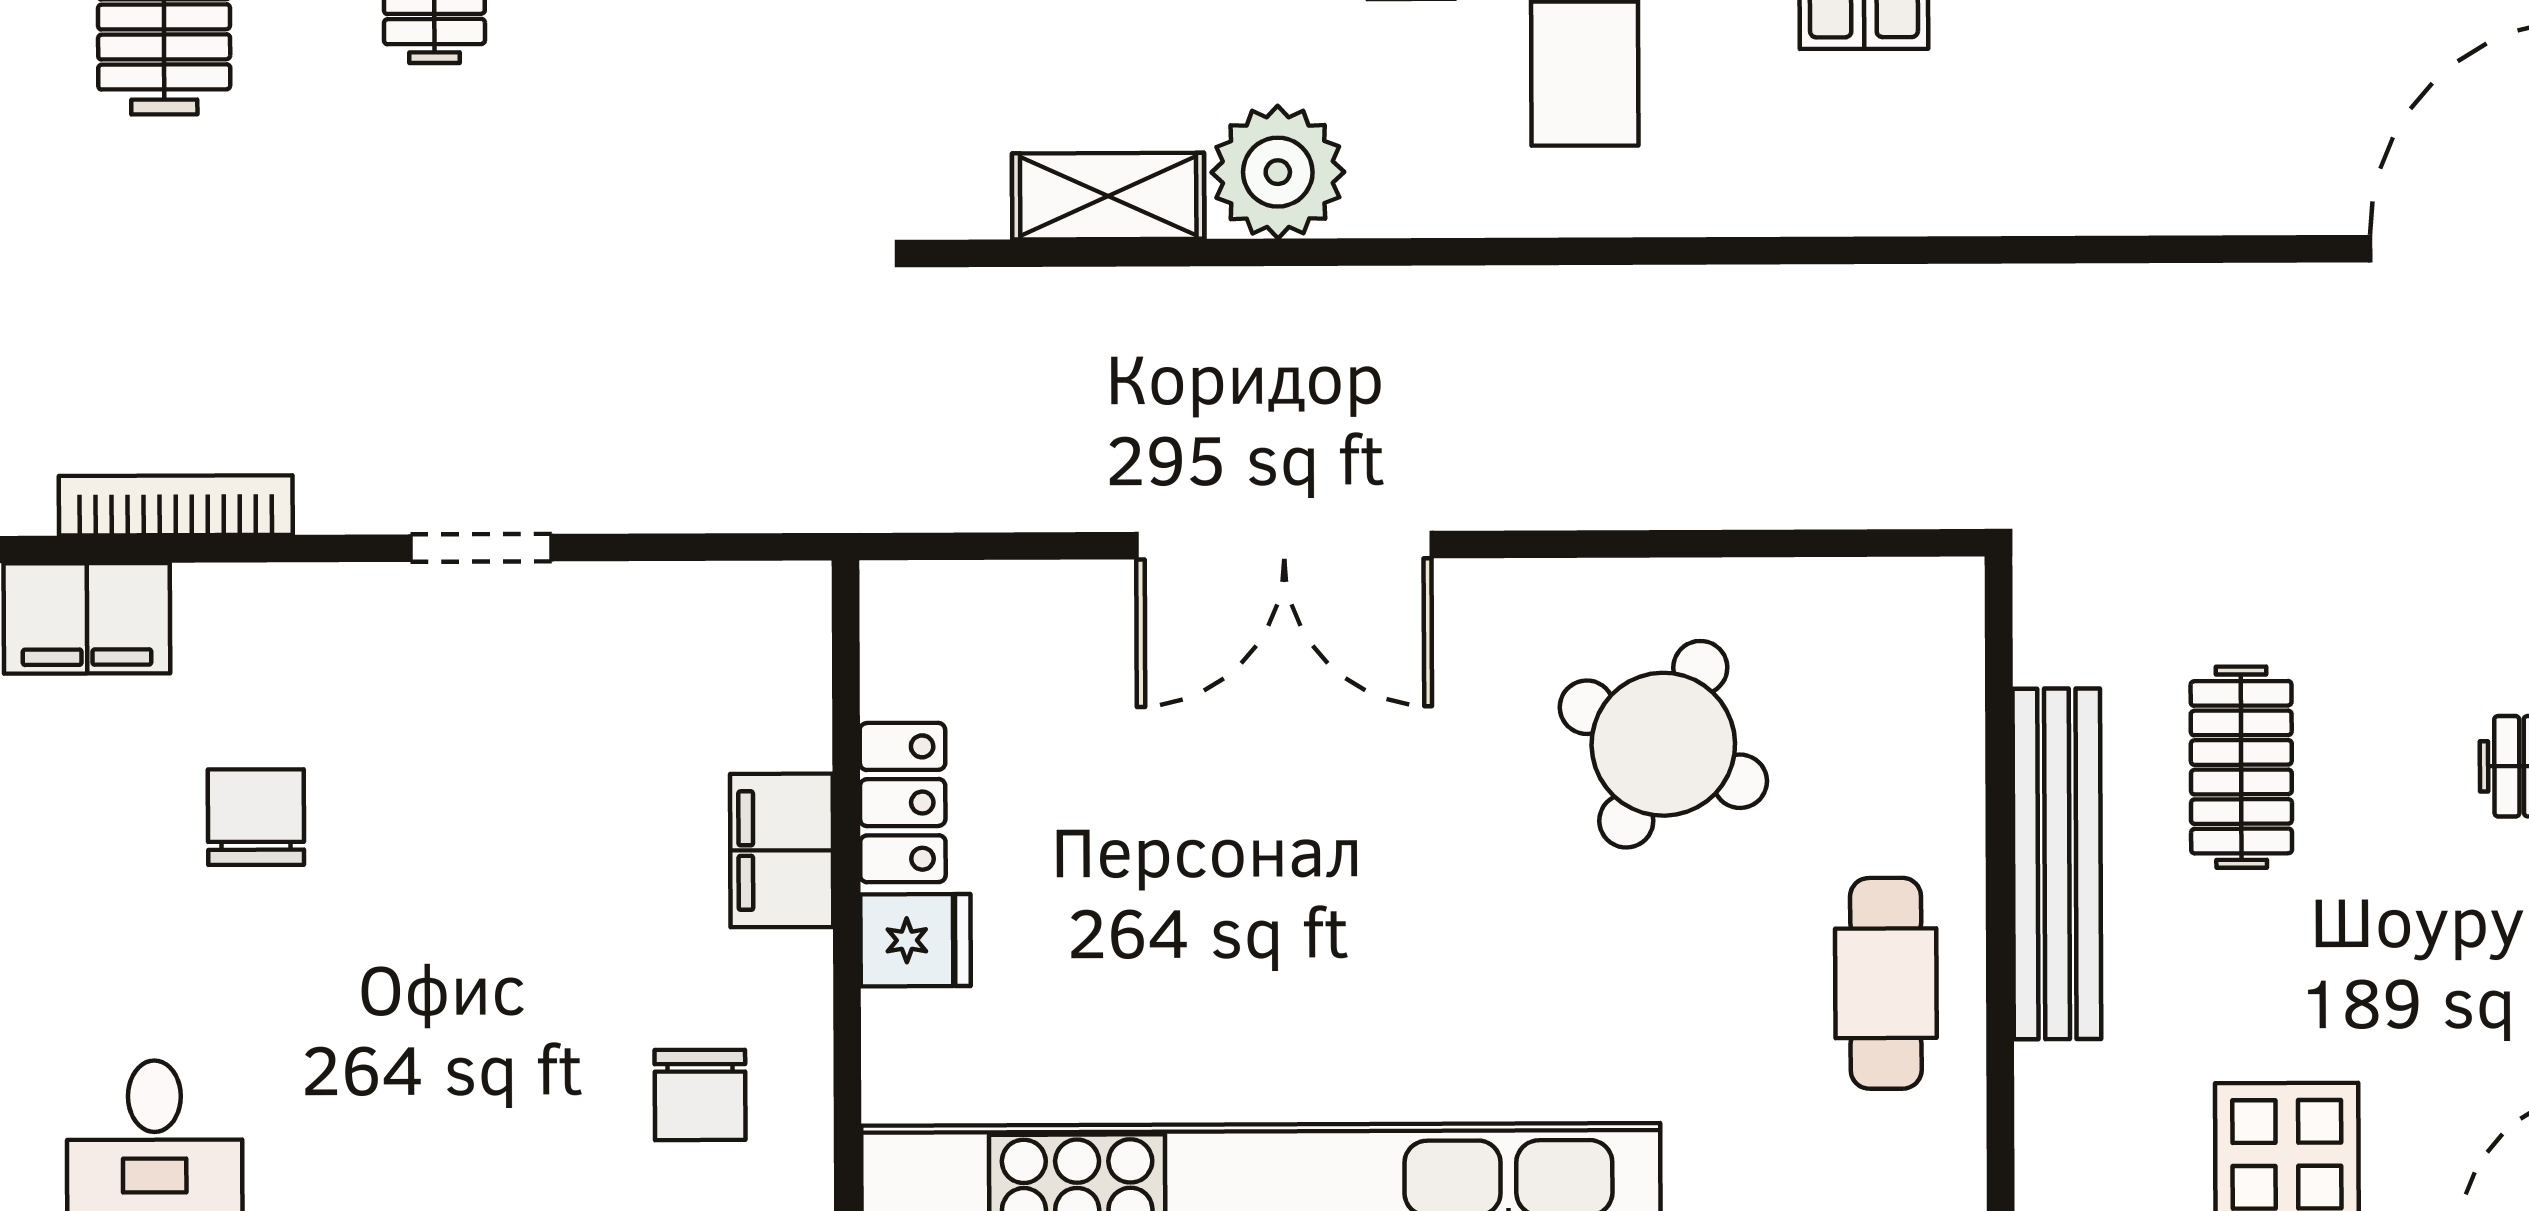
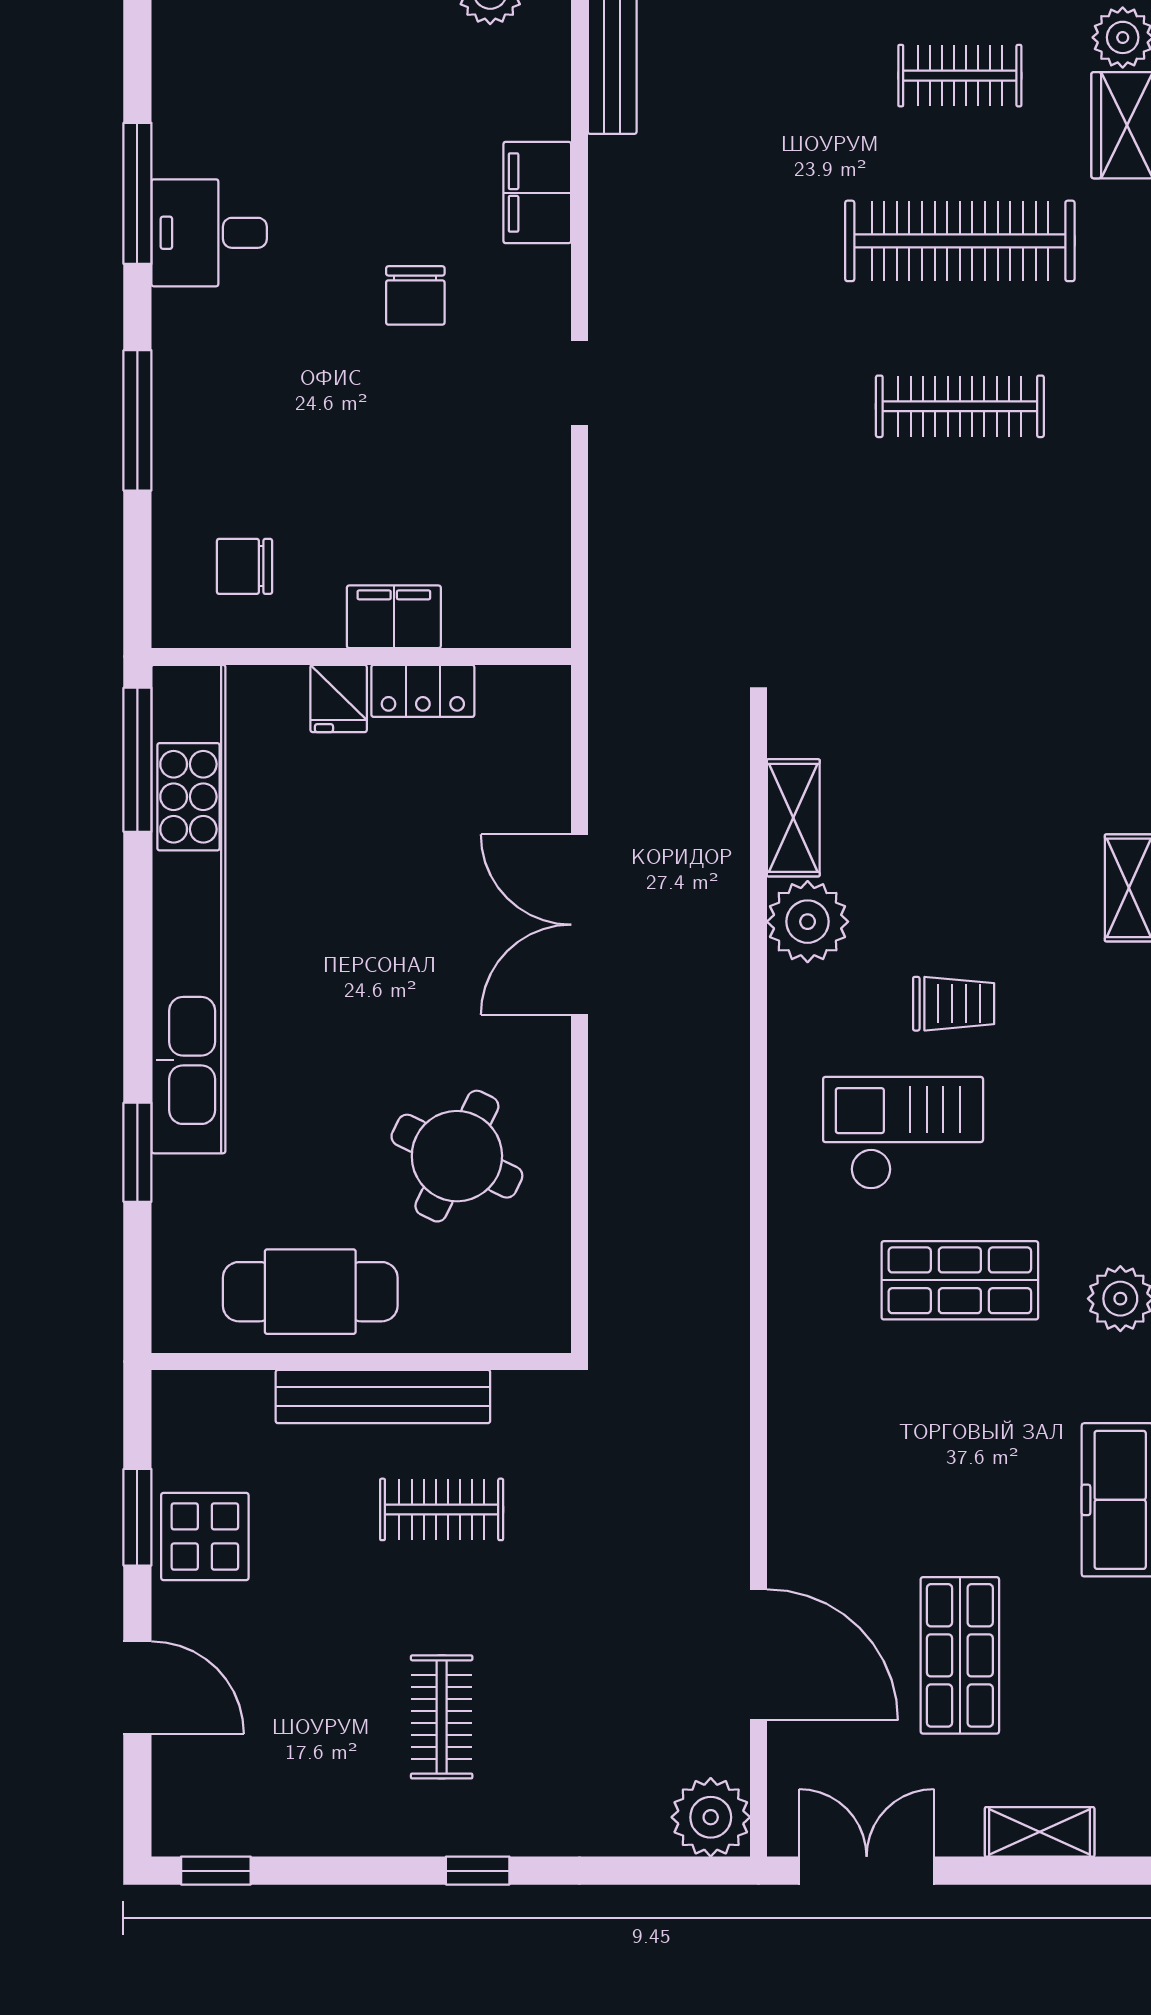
bookcase: (176, 505) -> (606, 247), removed
doorway: (481, 548) -> (579, 383), moved
chair: (256, 817) -> (415, 295), turned 90
cafe table: (1886, 983) -> (310, 1292), width x1.37, depth x1.35

